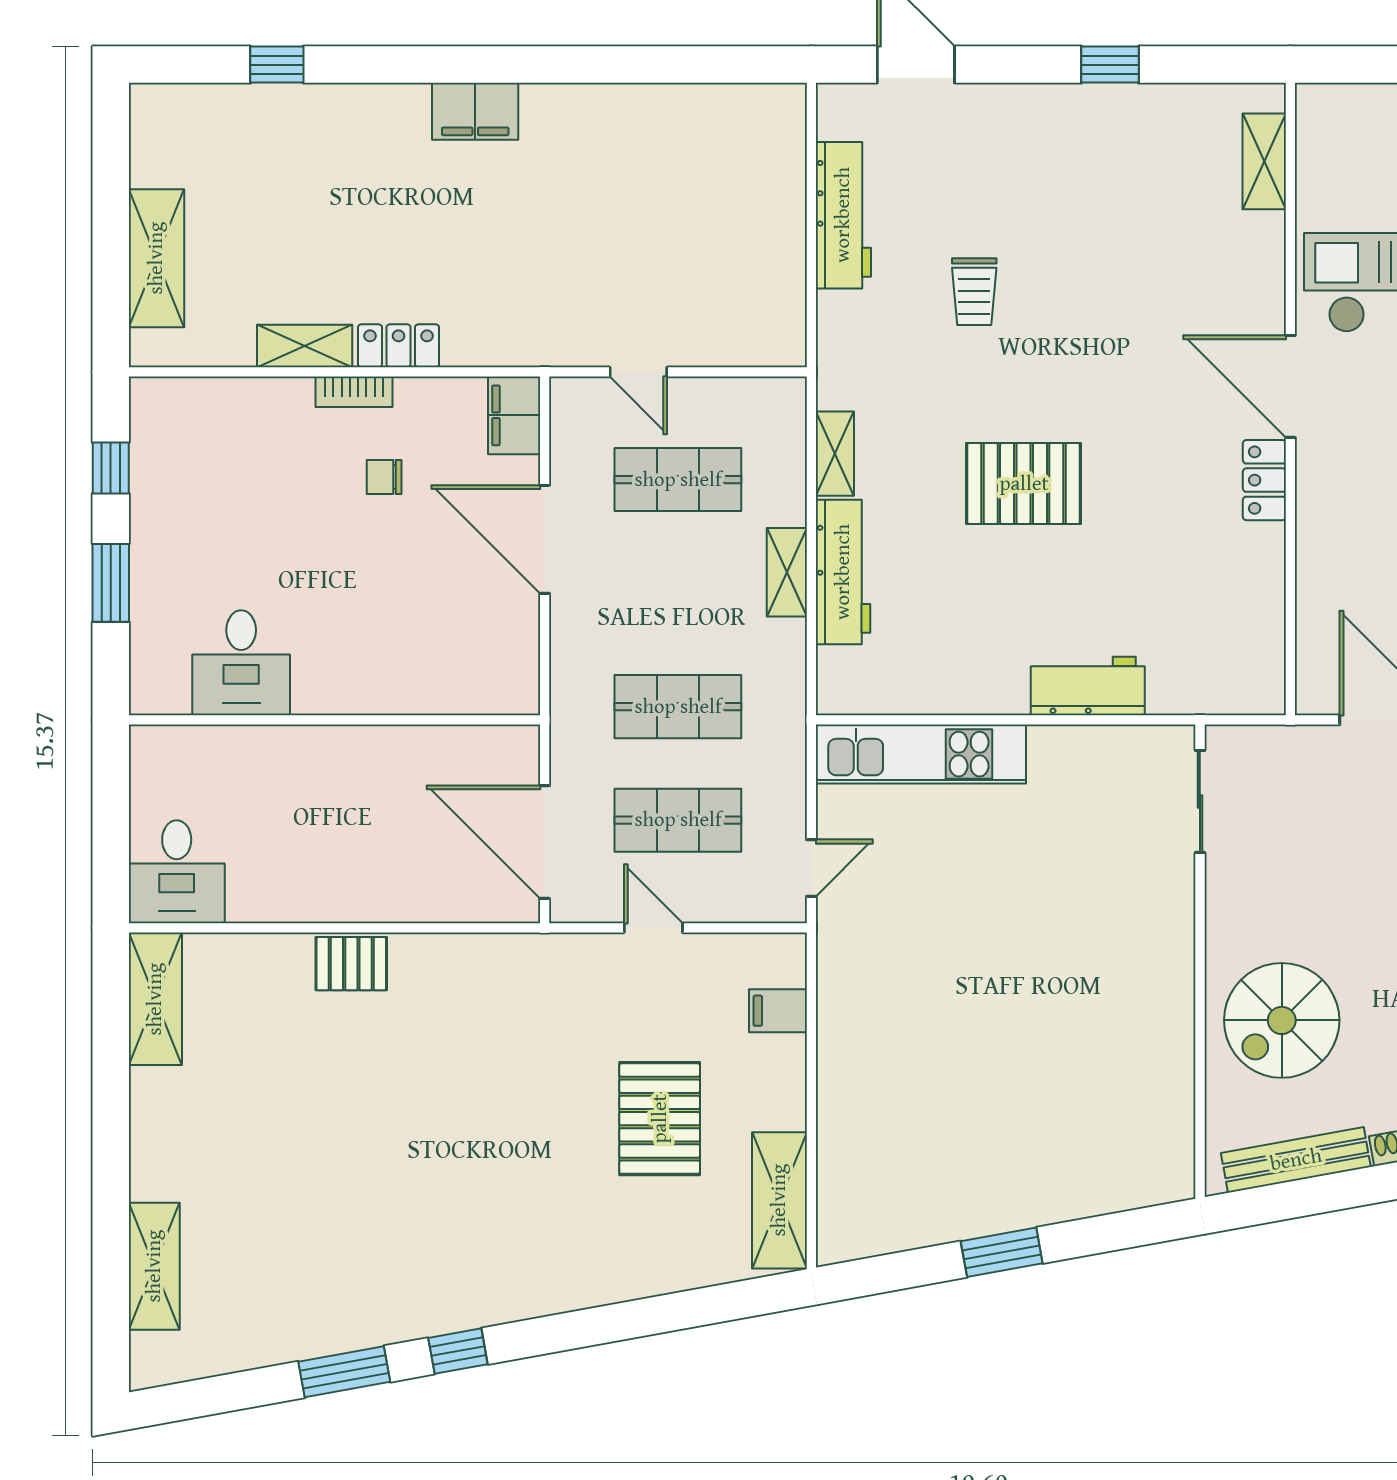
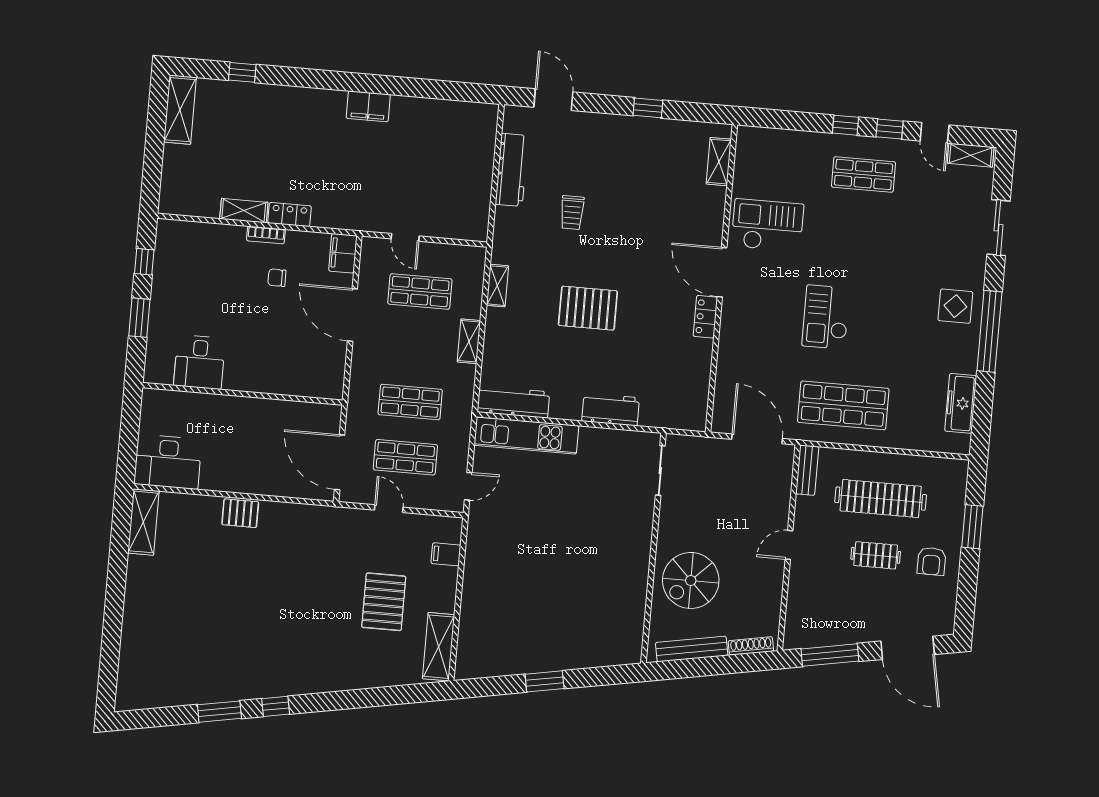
filing cabinet: (475, 111) -> (368, 106), moved
shelving: (156, 258) -> (180, 110), moved
workbench: (843, 572) -> (513, 402), moved, turned -90
desk: (177, 872) -> (168, 462), width x1.37
shelving: (154, 1266) -> (131, 652), removed

